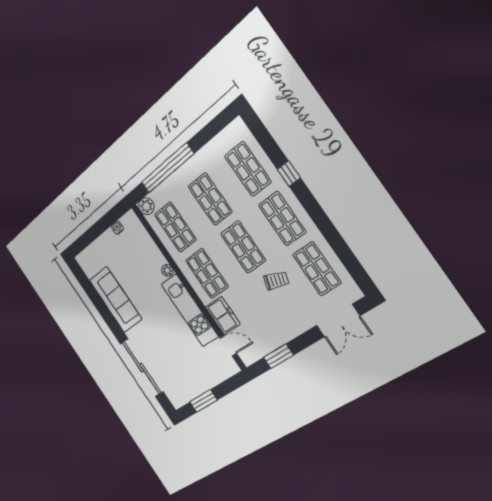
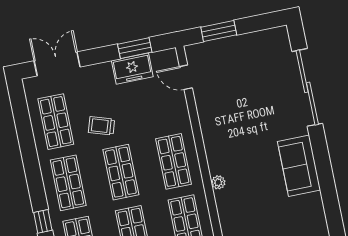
sofa: (115, 300) -> (299, 166), width x0.73
kitchen unit: (190, 310) -> (213, 131), removed
freezer: (223, 315) -> (132, 69), moved, turned -90
window: (203, 401) -> (219, 31), moved

